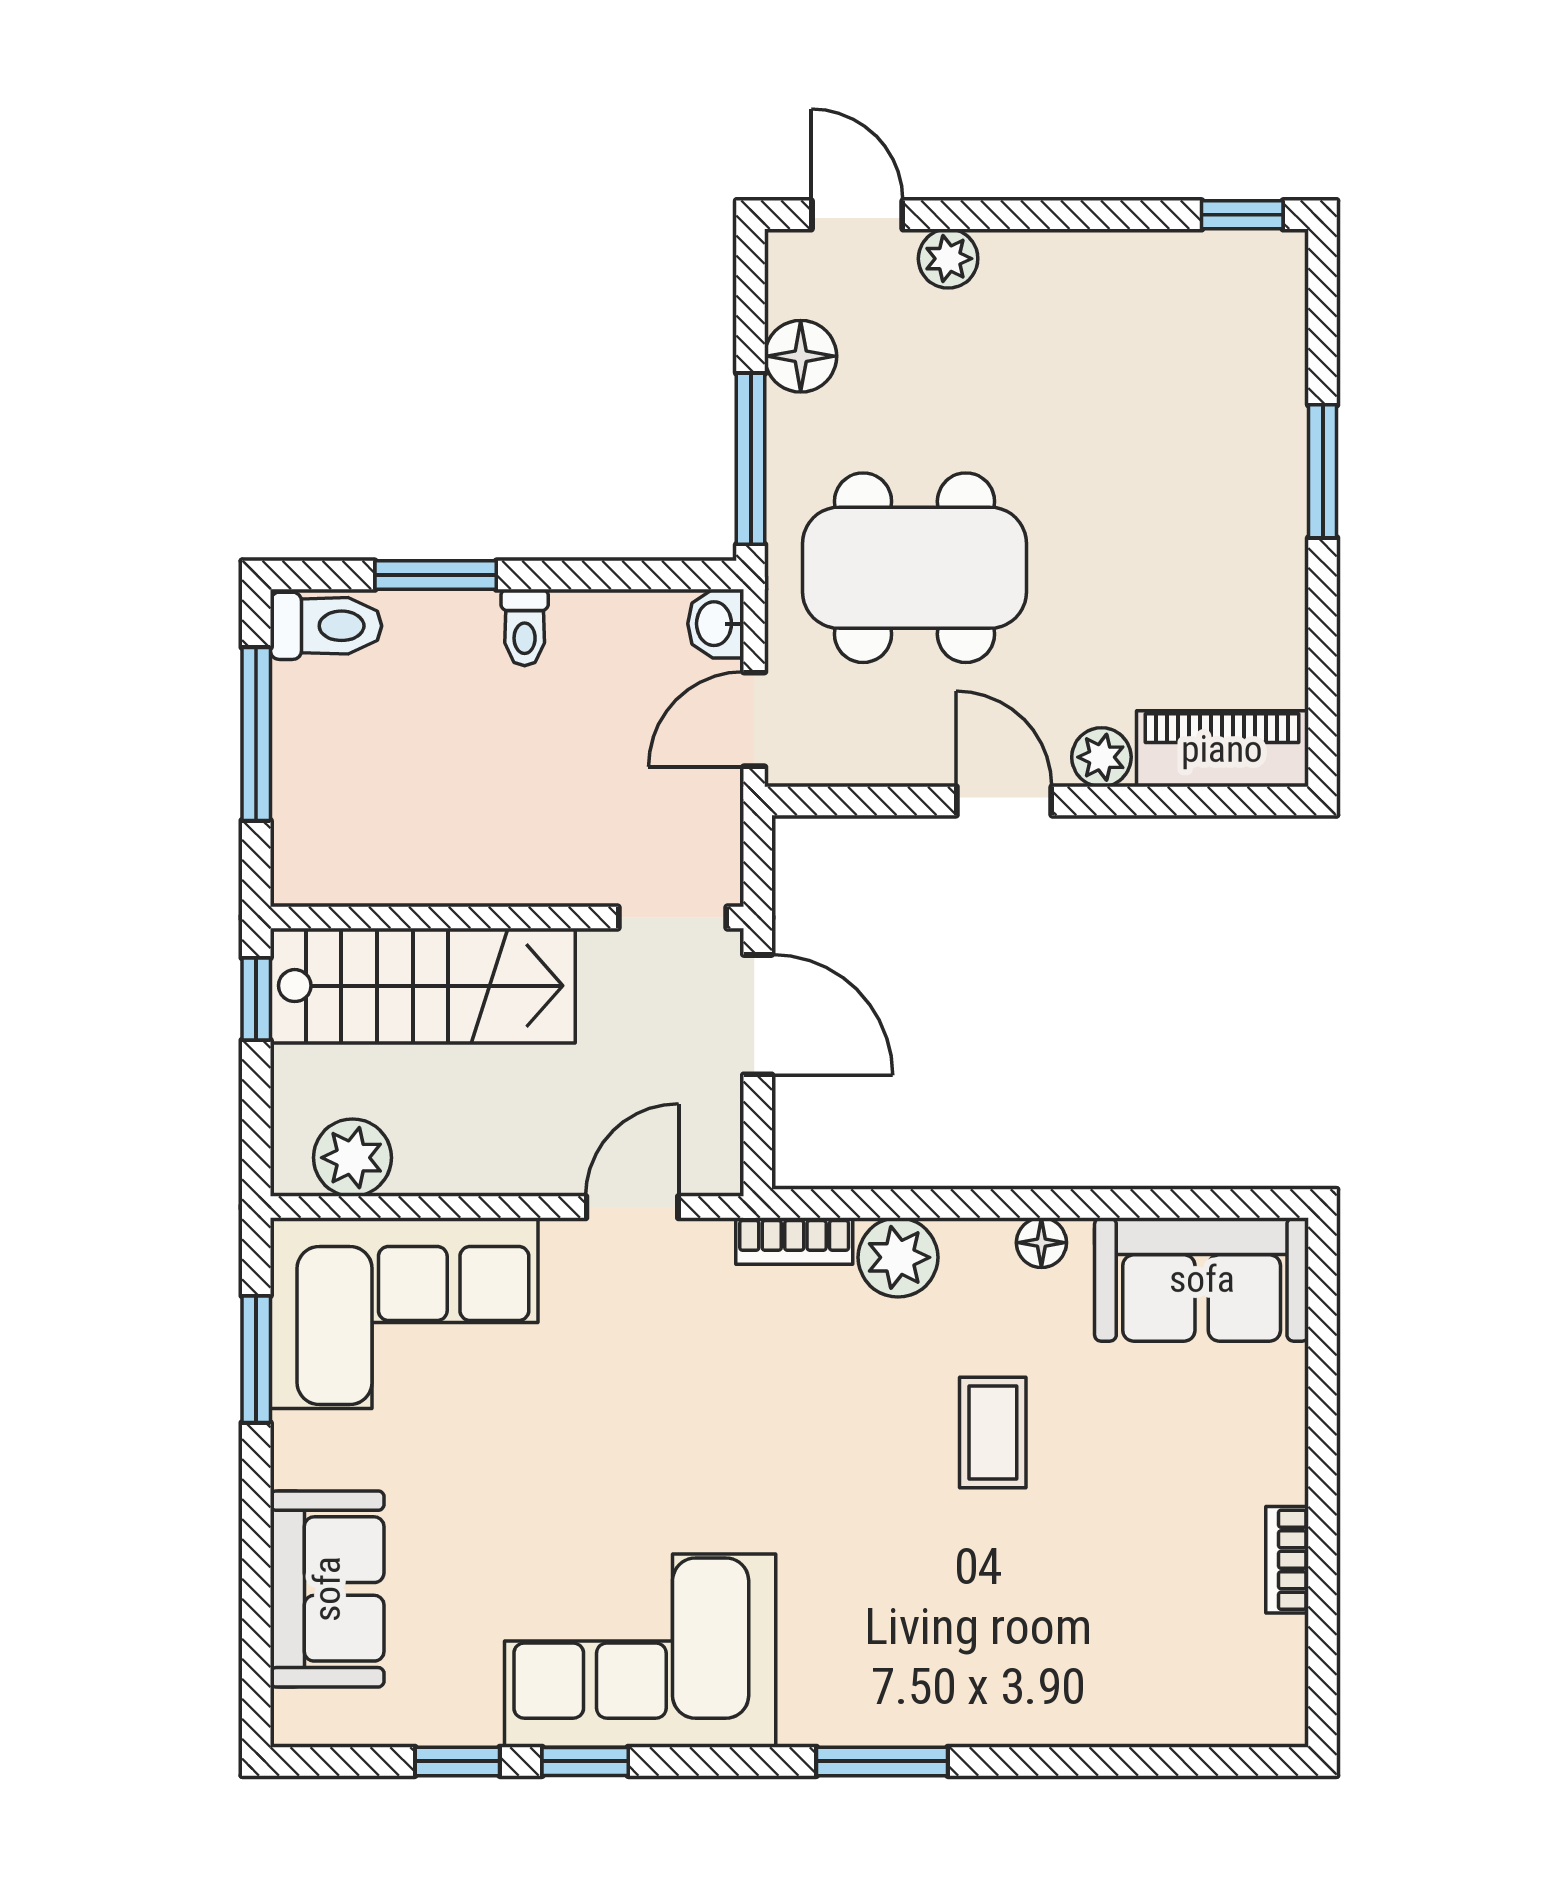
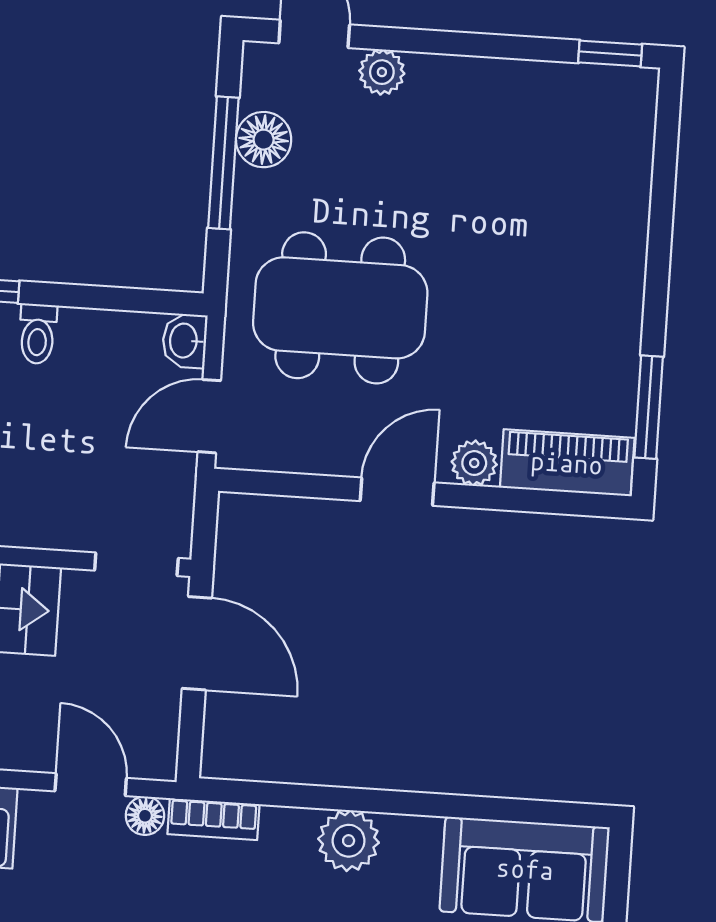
window: (751, 459) -> (223, 163), moved
window: (1323, 471) -> (649, 407), moved
door: (1004, 801) -> (397, 492), hinge flipped
door: (632, 1207) -> (91, 785), hinge flipped
floor lamp: (1041, 1243) -> (145, 816), moved
plant: (898, 1257) -> (349, 841), moved

